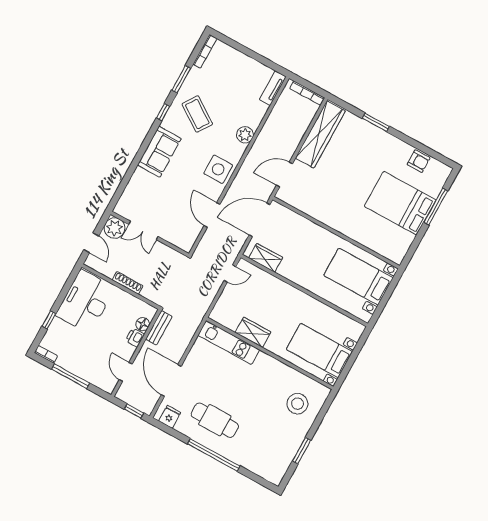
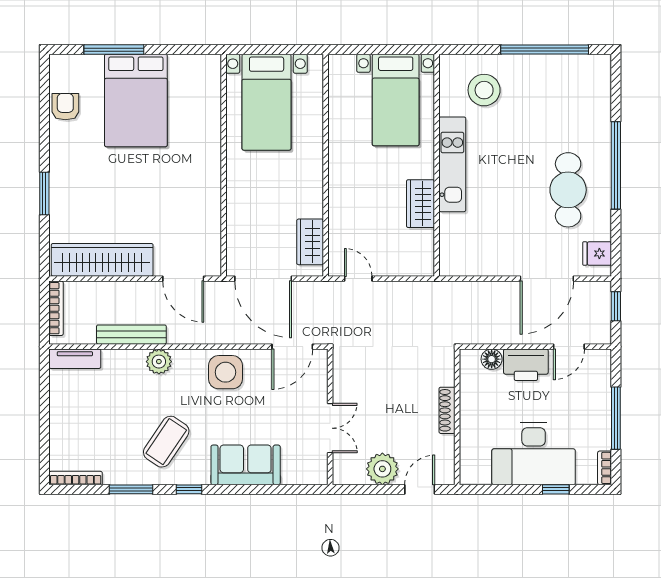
double door: (143, 230) -> (330, 428), moved
wall: (150, 234) -> (330, 417), moved
desk: (85, 301) -> (534, 454), moved
bench: (159, 328) -> (131, 335), moved, width x1.36
printer: (135, 338) -> (526, 365), width x1.87, depth x1.48
kitchen unit: (229, 343) -> (452, 164), moved
window: (302, 451) -> (545, 50), width x2.11

